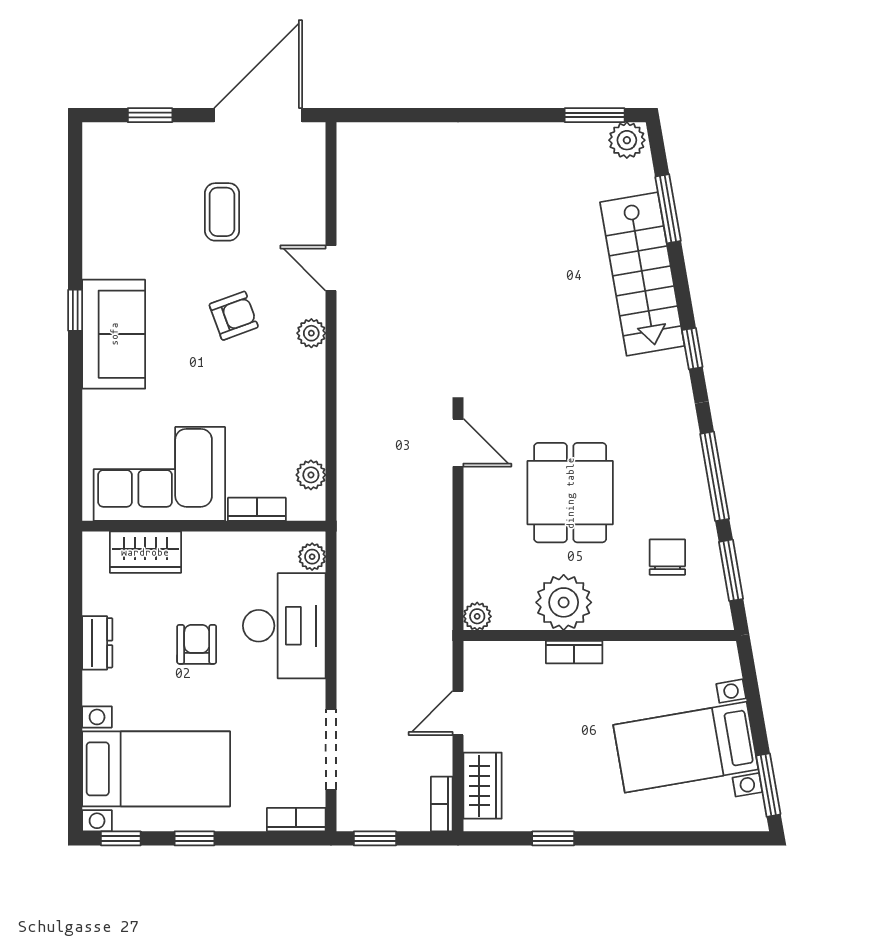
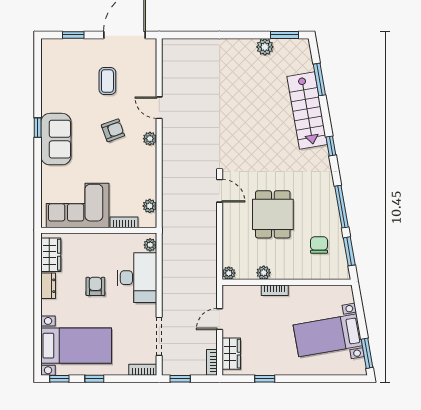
plant: (627, 140) -> (265, 47), moved
wardrobe: (145, 552) -> (51, 255), moved, turned -90
plant: (564, 602) -> (264, 273), width x0.53, depth x0.53

